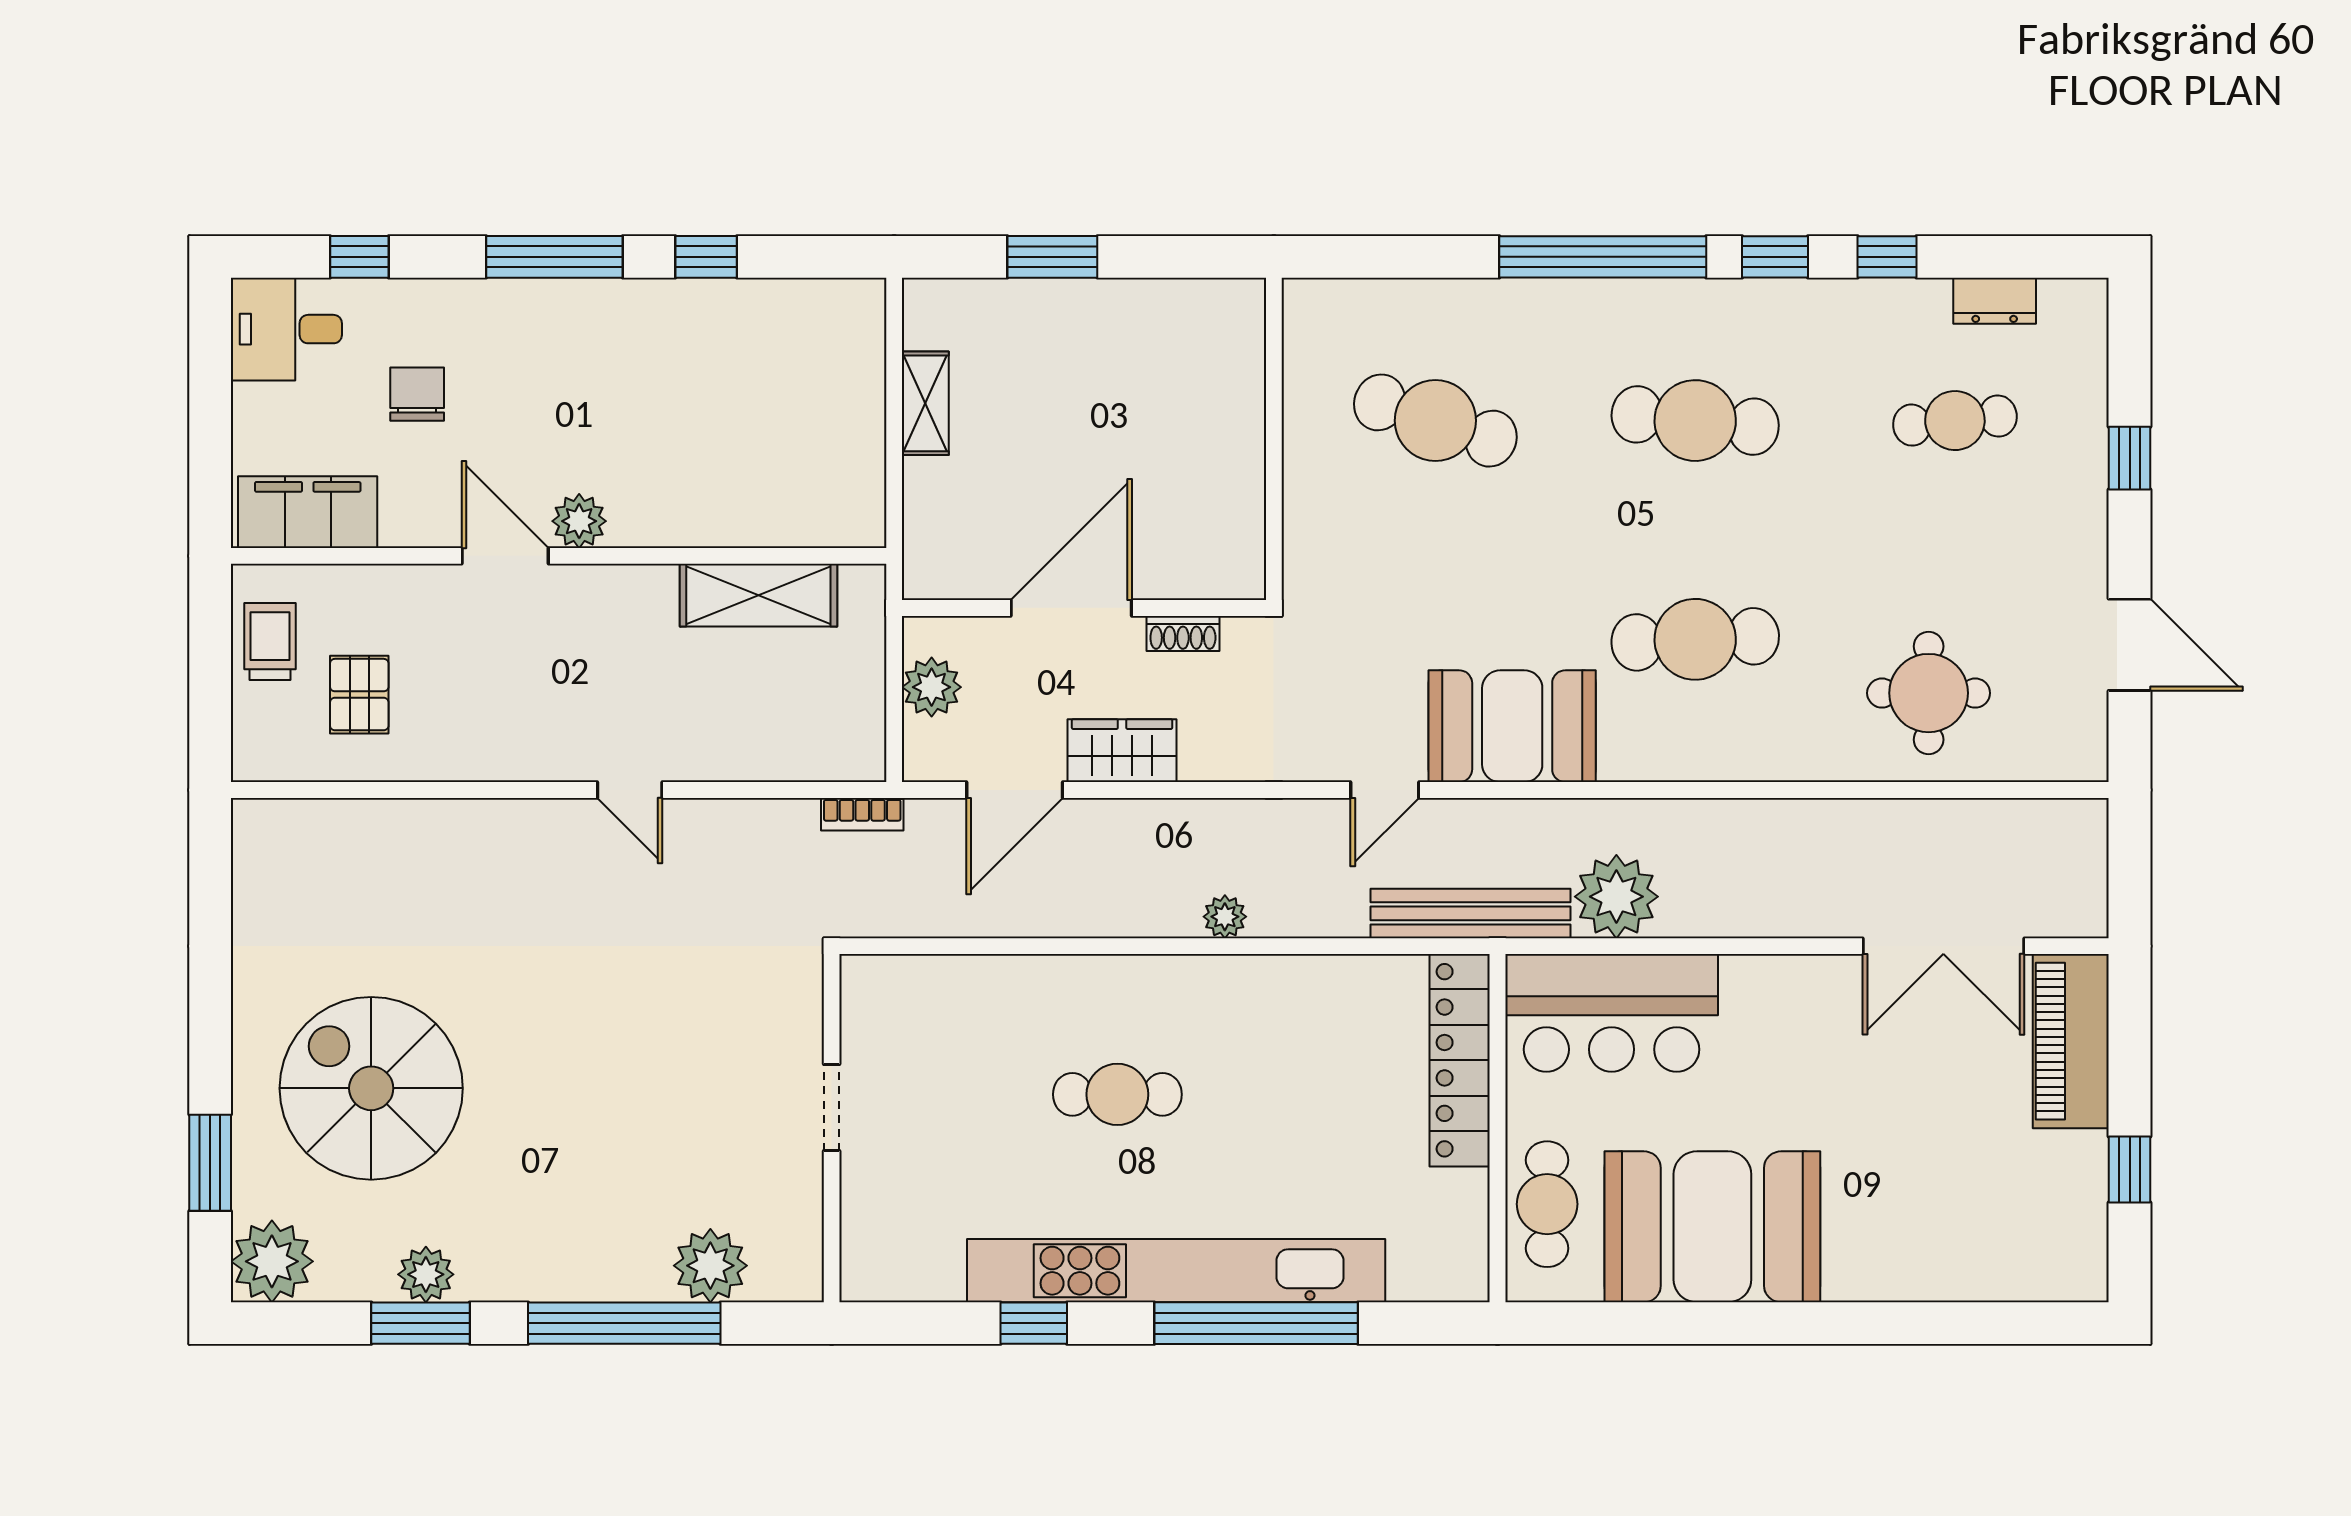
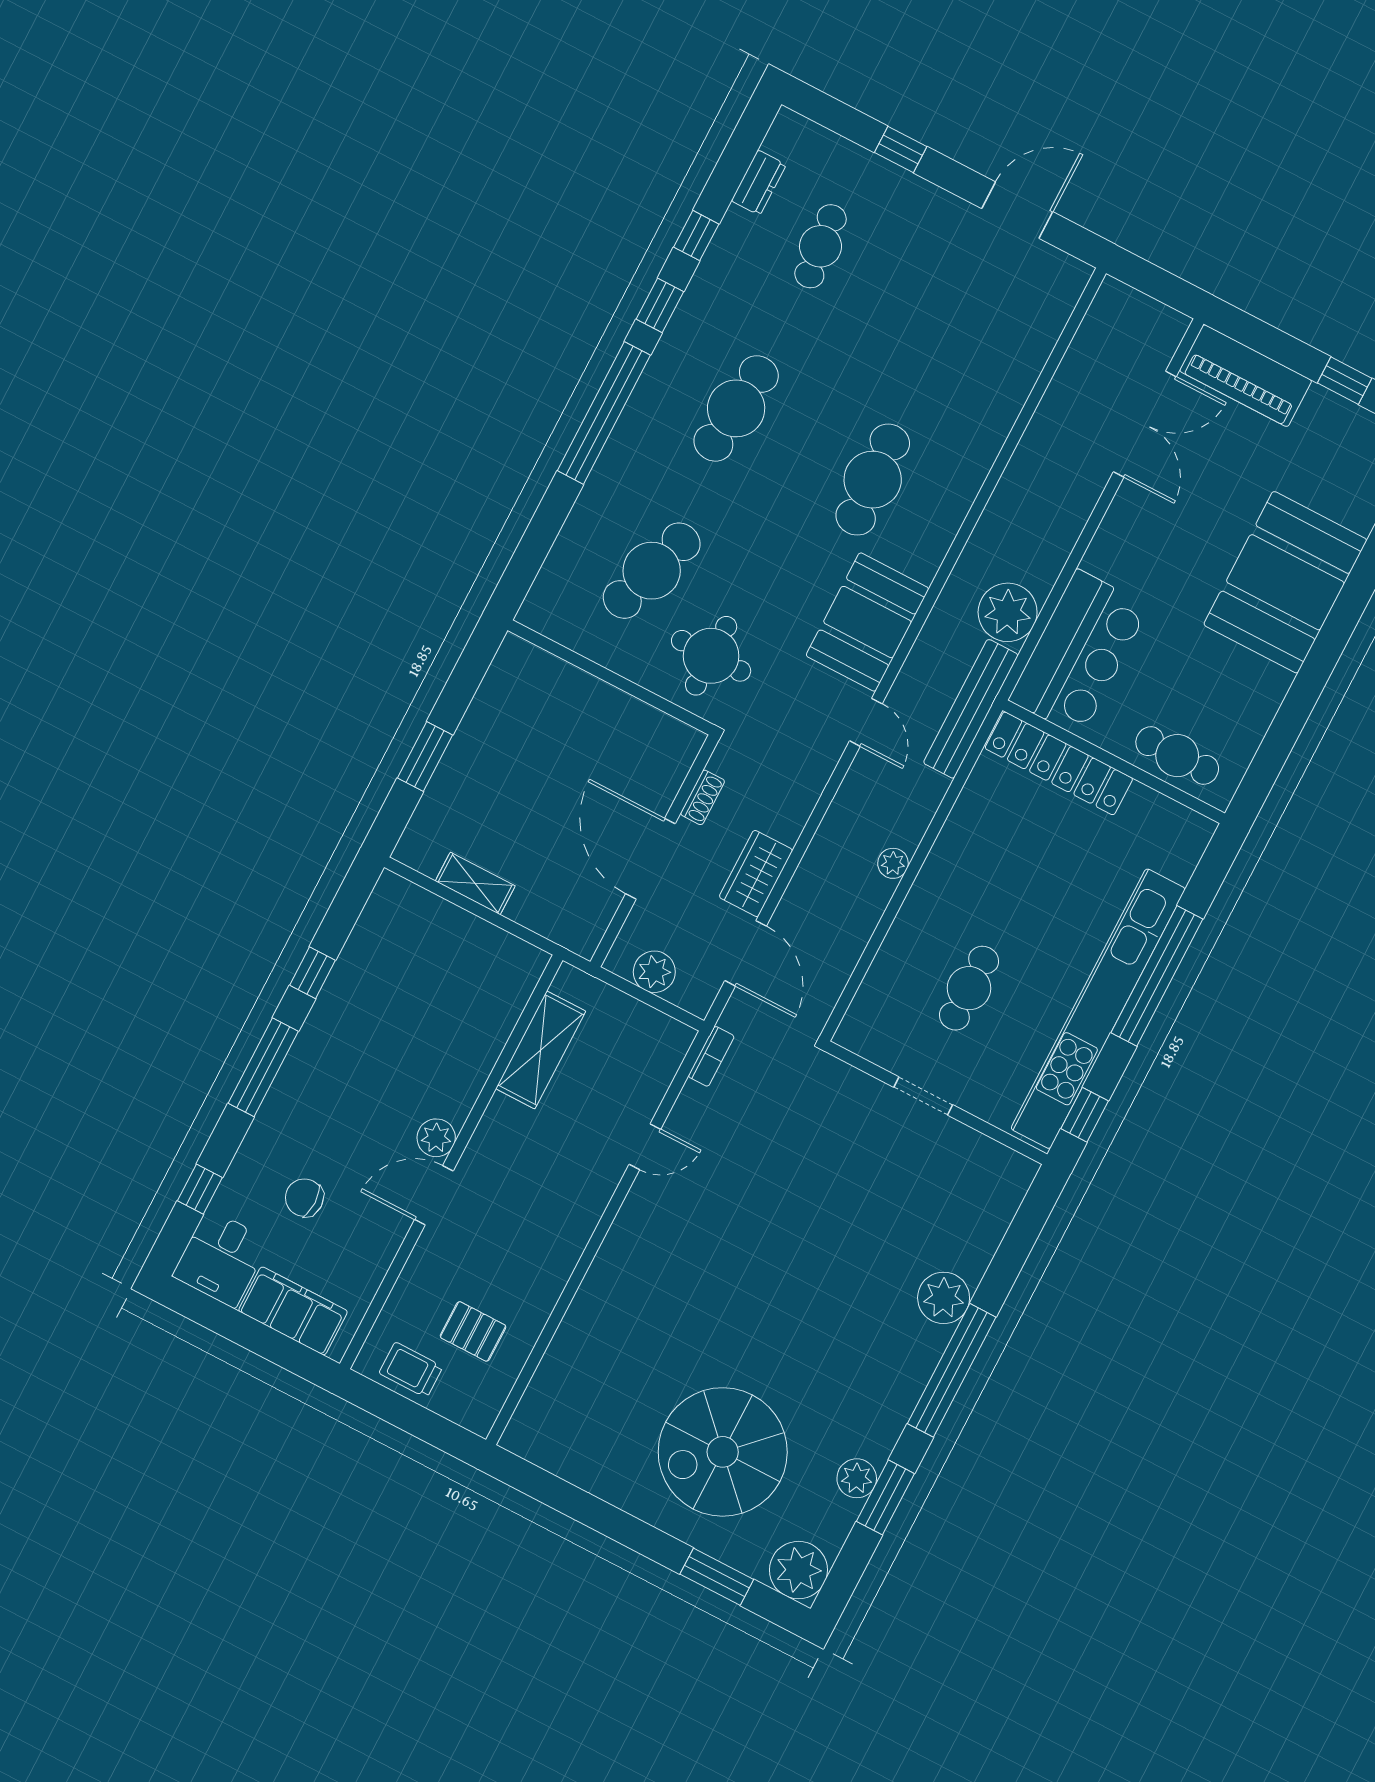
filing cabinet: (308, 512) -> (293, 1311), moved, turned 90
round table: (1929, 693) -> (711, 656), moved
door: (630, 790) -> (645, 1147), moved
doorway: (832, 1107) -> (923, 1096), moved
wall: (832, 1128) -> (936, 1103), moved
booth: (1712, 1227) -> (1285, 582), moved

